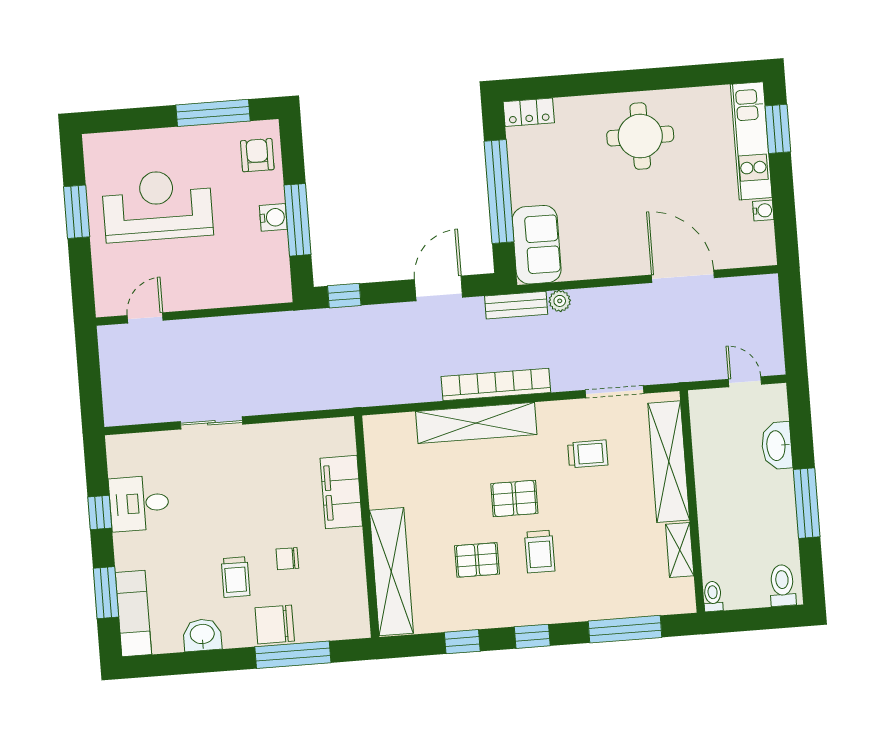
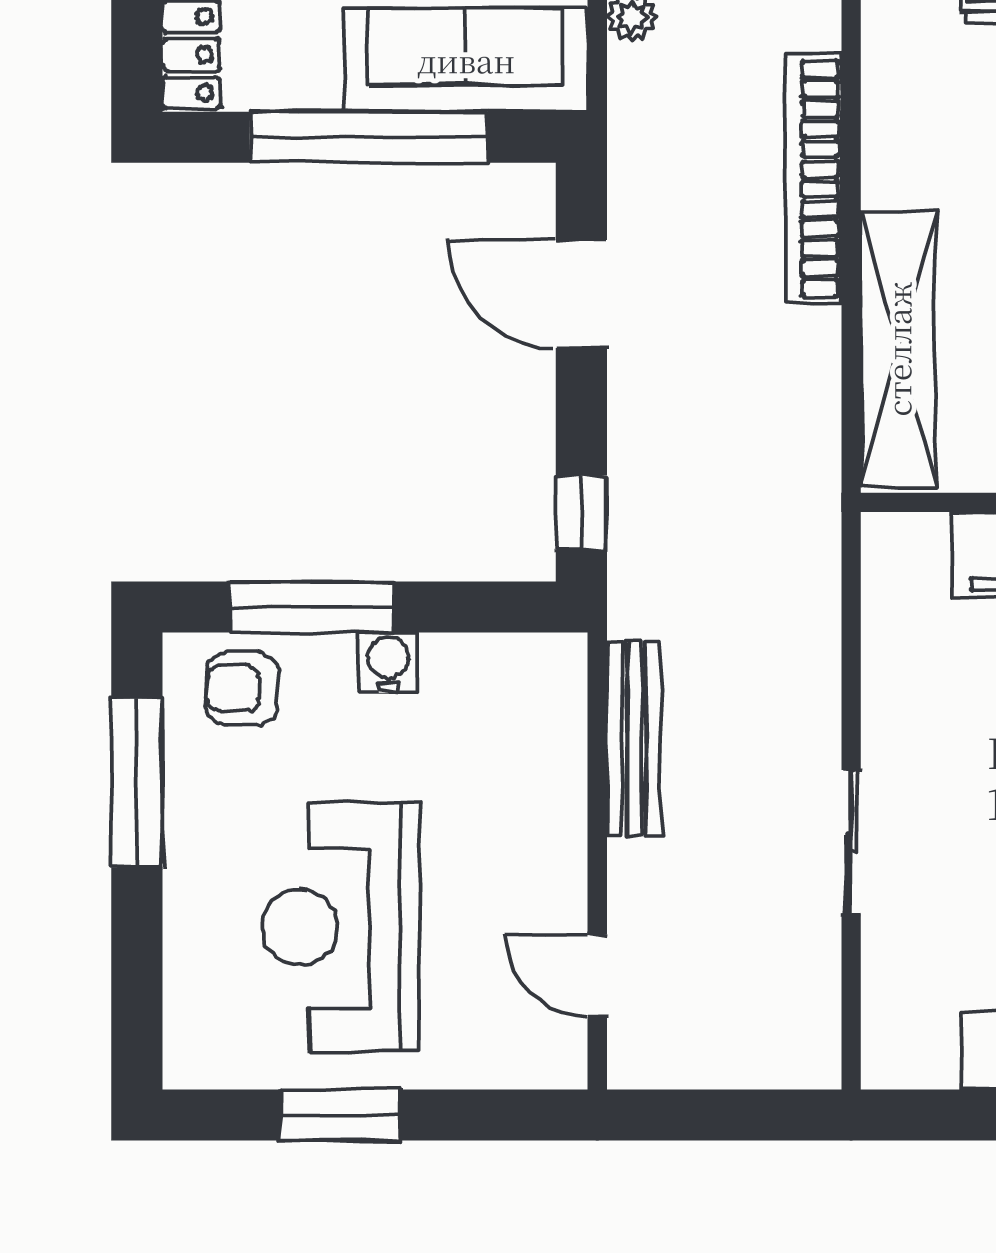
window: (297, 220) -> (311, 607), moved
sofa: (537, 245) -> (466, 60), width x1.36
bench: (516, 305) -> (634, 738), moved, width x1.36
shelving: (476, 423) -> (898, 349), moved

